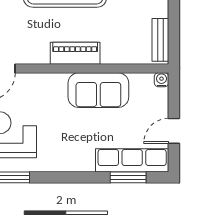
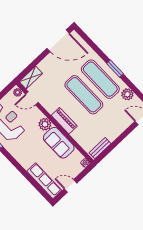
plant: (55, 85) -> (45, 124), added
window: (128, 177) -> (36, 185), removed

